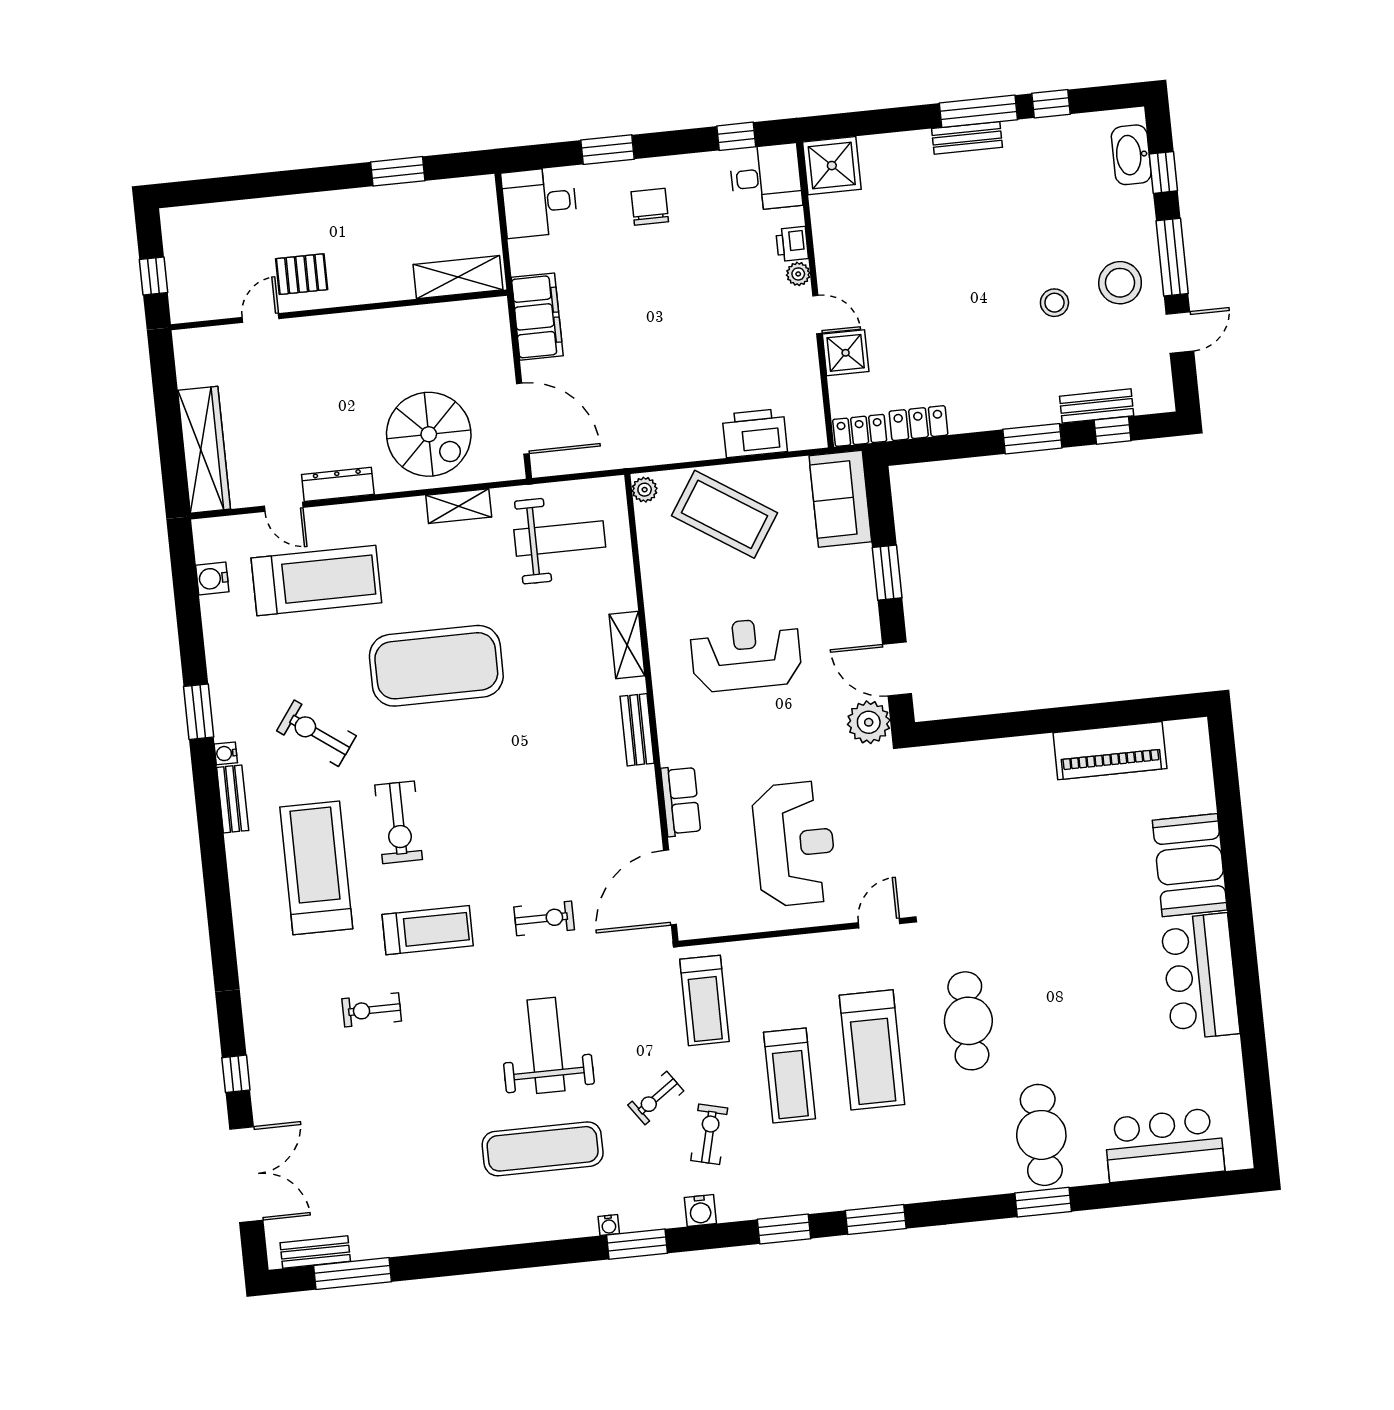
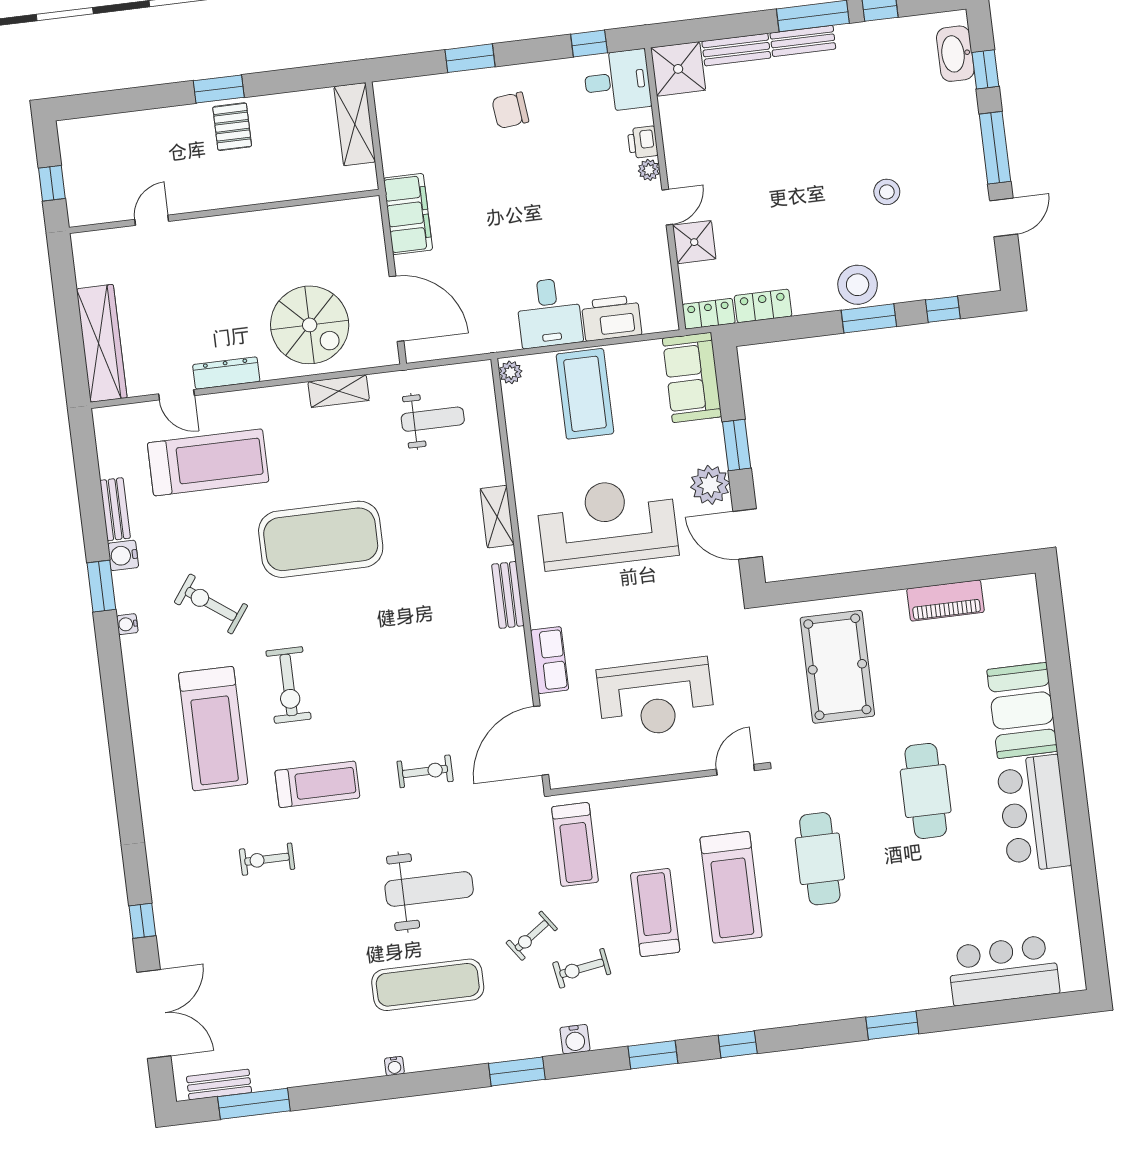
window: (398, 171) -> (219, 89), moved
desk: (540, 202) -> (549, 313), moved, turned -90
chair: (650, 207) -> (510, 110), turned -96
pallet: (302, 274) -> (232, 127), moved, turned 90
shelving: (458, 277) -> (355, 124), moved, turned 90
stool: (1120, 283) -> (858, 285), moved
door: (817, 314) -> (667, 207), hinge flipped
bench: (1097, 406) -> (736, 50), moved
coffee table: (725, 514) -> (585, 394), turned 57
weight bench: (560, 538) -> (433, 419), width x0.73, depth x0.75
water cooler: (212, 579) -> (123, 555), moved
reception desk: (746, 654) -> (607, 523), width x1.36, depth x1.30
plant: (869, 722) -> (710, 485), moved
piano: (1110, 751) -> (945, 600), width x0.73, depth x0.75
bench: (233, 799) -> (115, 509), moved
pool table: (991, 814) -> (837, 667), added
reception desk: (795, 844) -> (656, 698), turned 90
treadmill: (316, 868) -> (213, 729), turned 180
weight bench: (546, 1045) -> (429, 889), turned 90
treadmill: (789, 1076) -> (655, 913), turned 180
exercise bike: (709, 1134) -> (582, 968), turned -113
cafe table: (1041, 1135) -> (926, 791), moved
window: (876, 1219) -> (738, 1044), width x0.67
water cooler: (609, 1225) -> (394, 1066), moved

